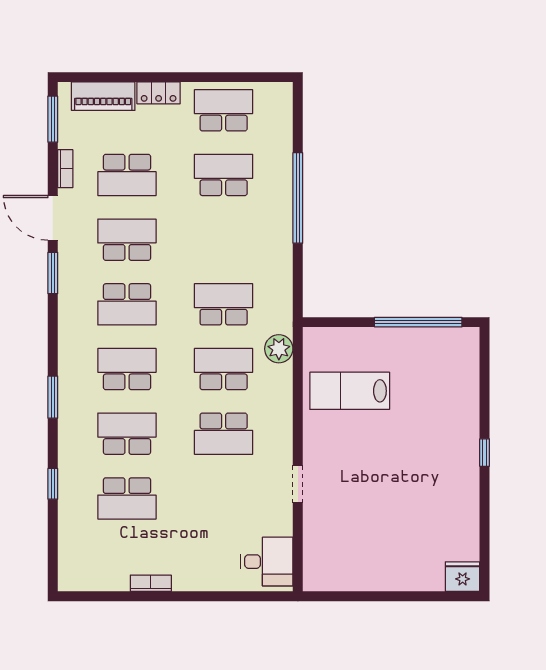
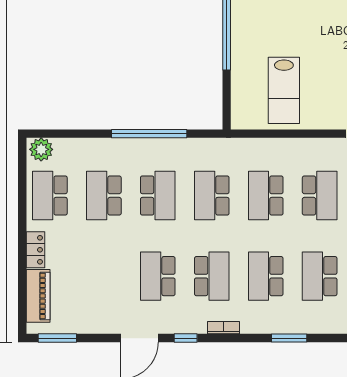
bookcase: (65, 169) -> (223, 328), moved
school desk: (127, 175) -> (158, 196), moved
window: (298, 198) -> (149, 134), moved
window: (53, 273) -> (186, 338), width x0.67
plant: (279, 349) -> (41, 149), moved

